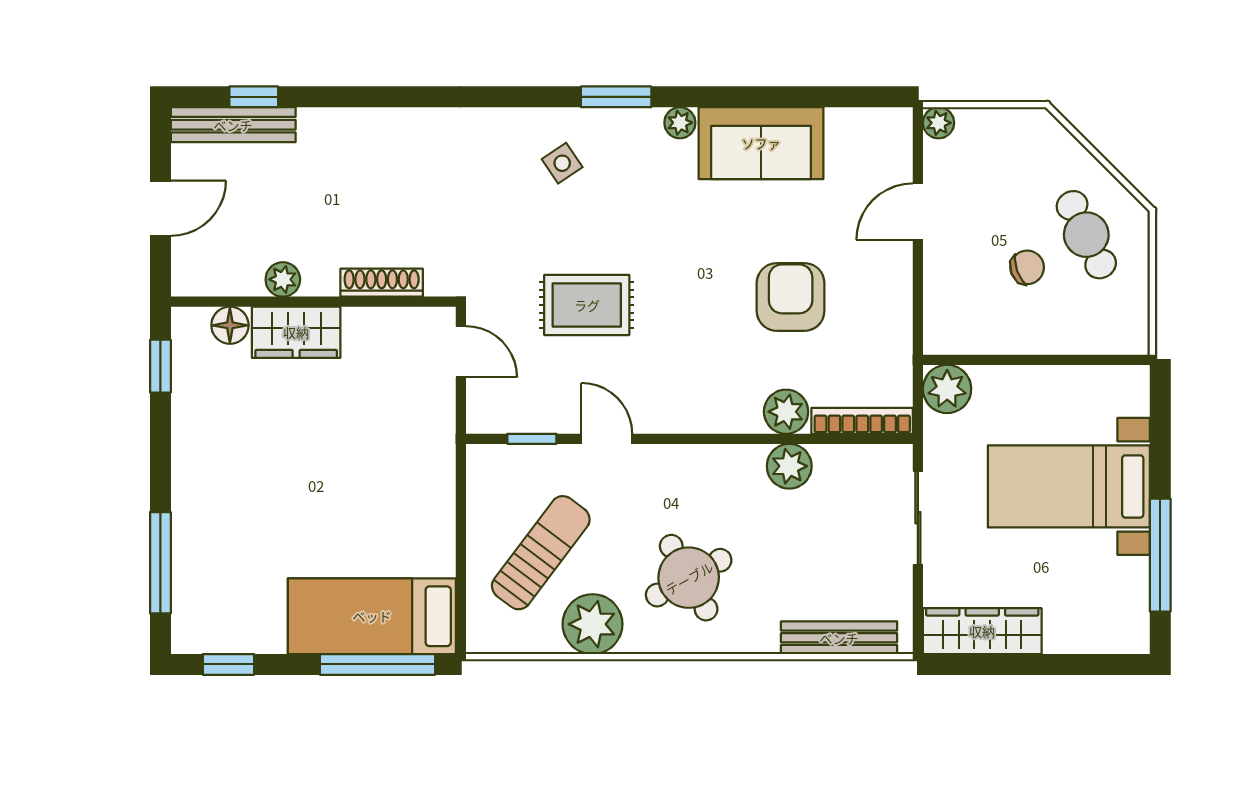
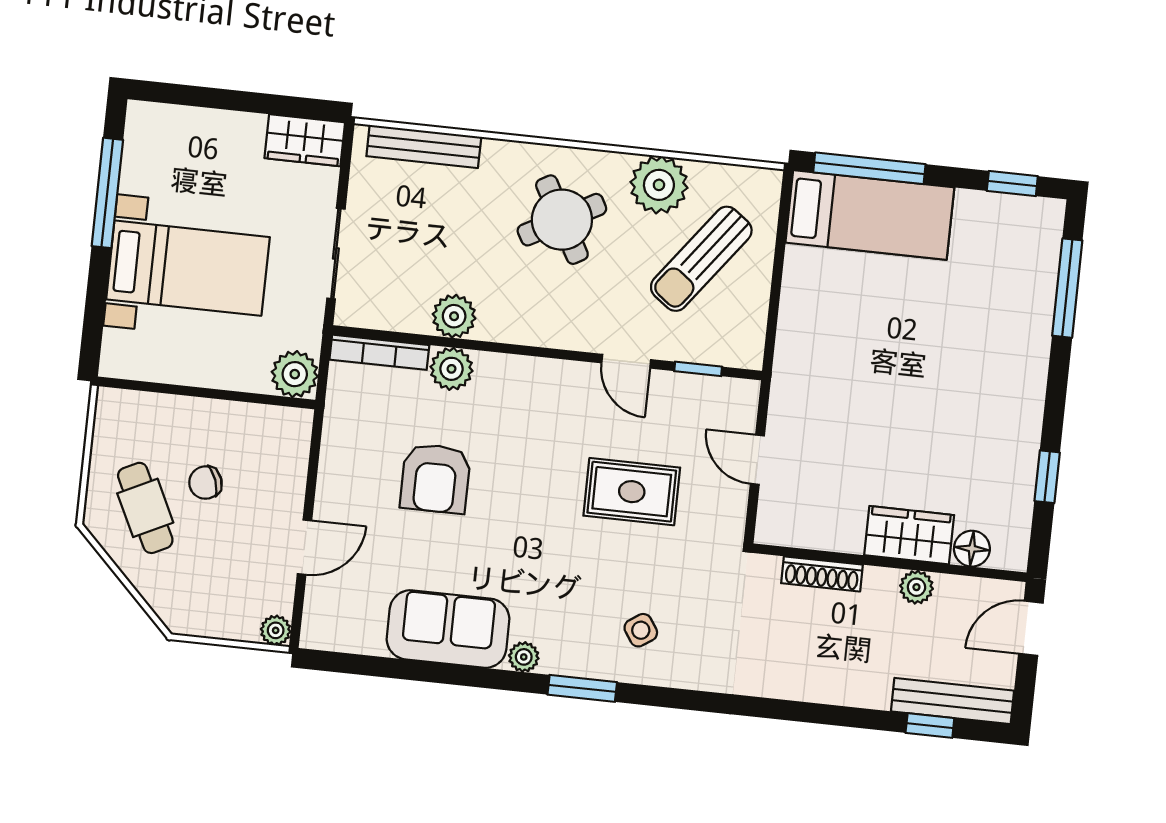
plant: (283, 279) -> (916, 587), moved
shoe rack: (382, 283) -> (822, 574), moved
wall: (313, 302) -> (890, 563), moved
floor lamp: (230, 325) -> (972, 549), moved
wardrobe: (296, 332) -> (909, 535), moved
wardrobe: (982, 631) -> (305, 140), width x0.67

